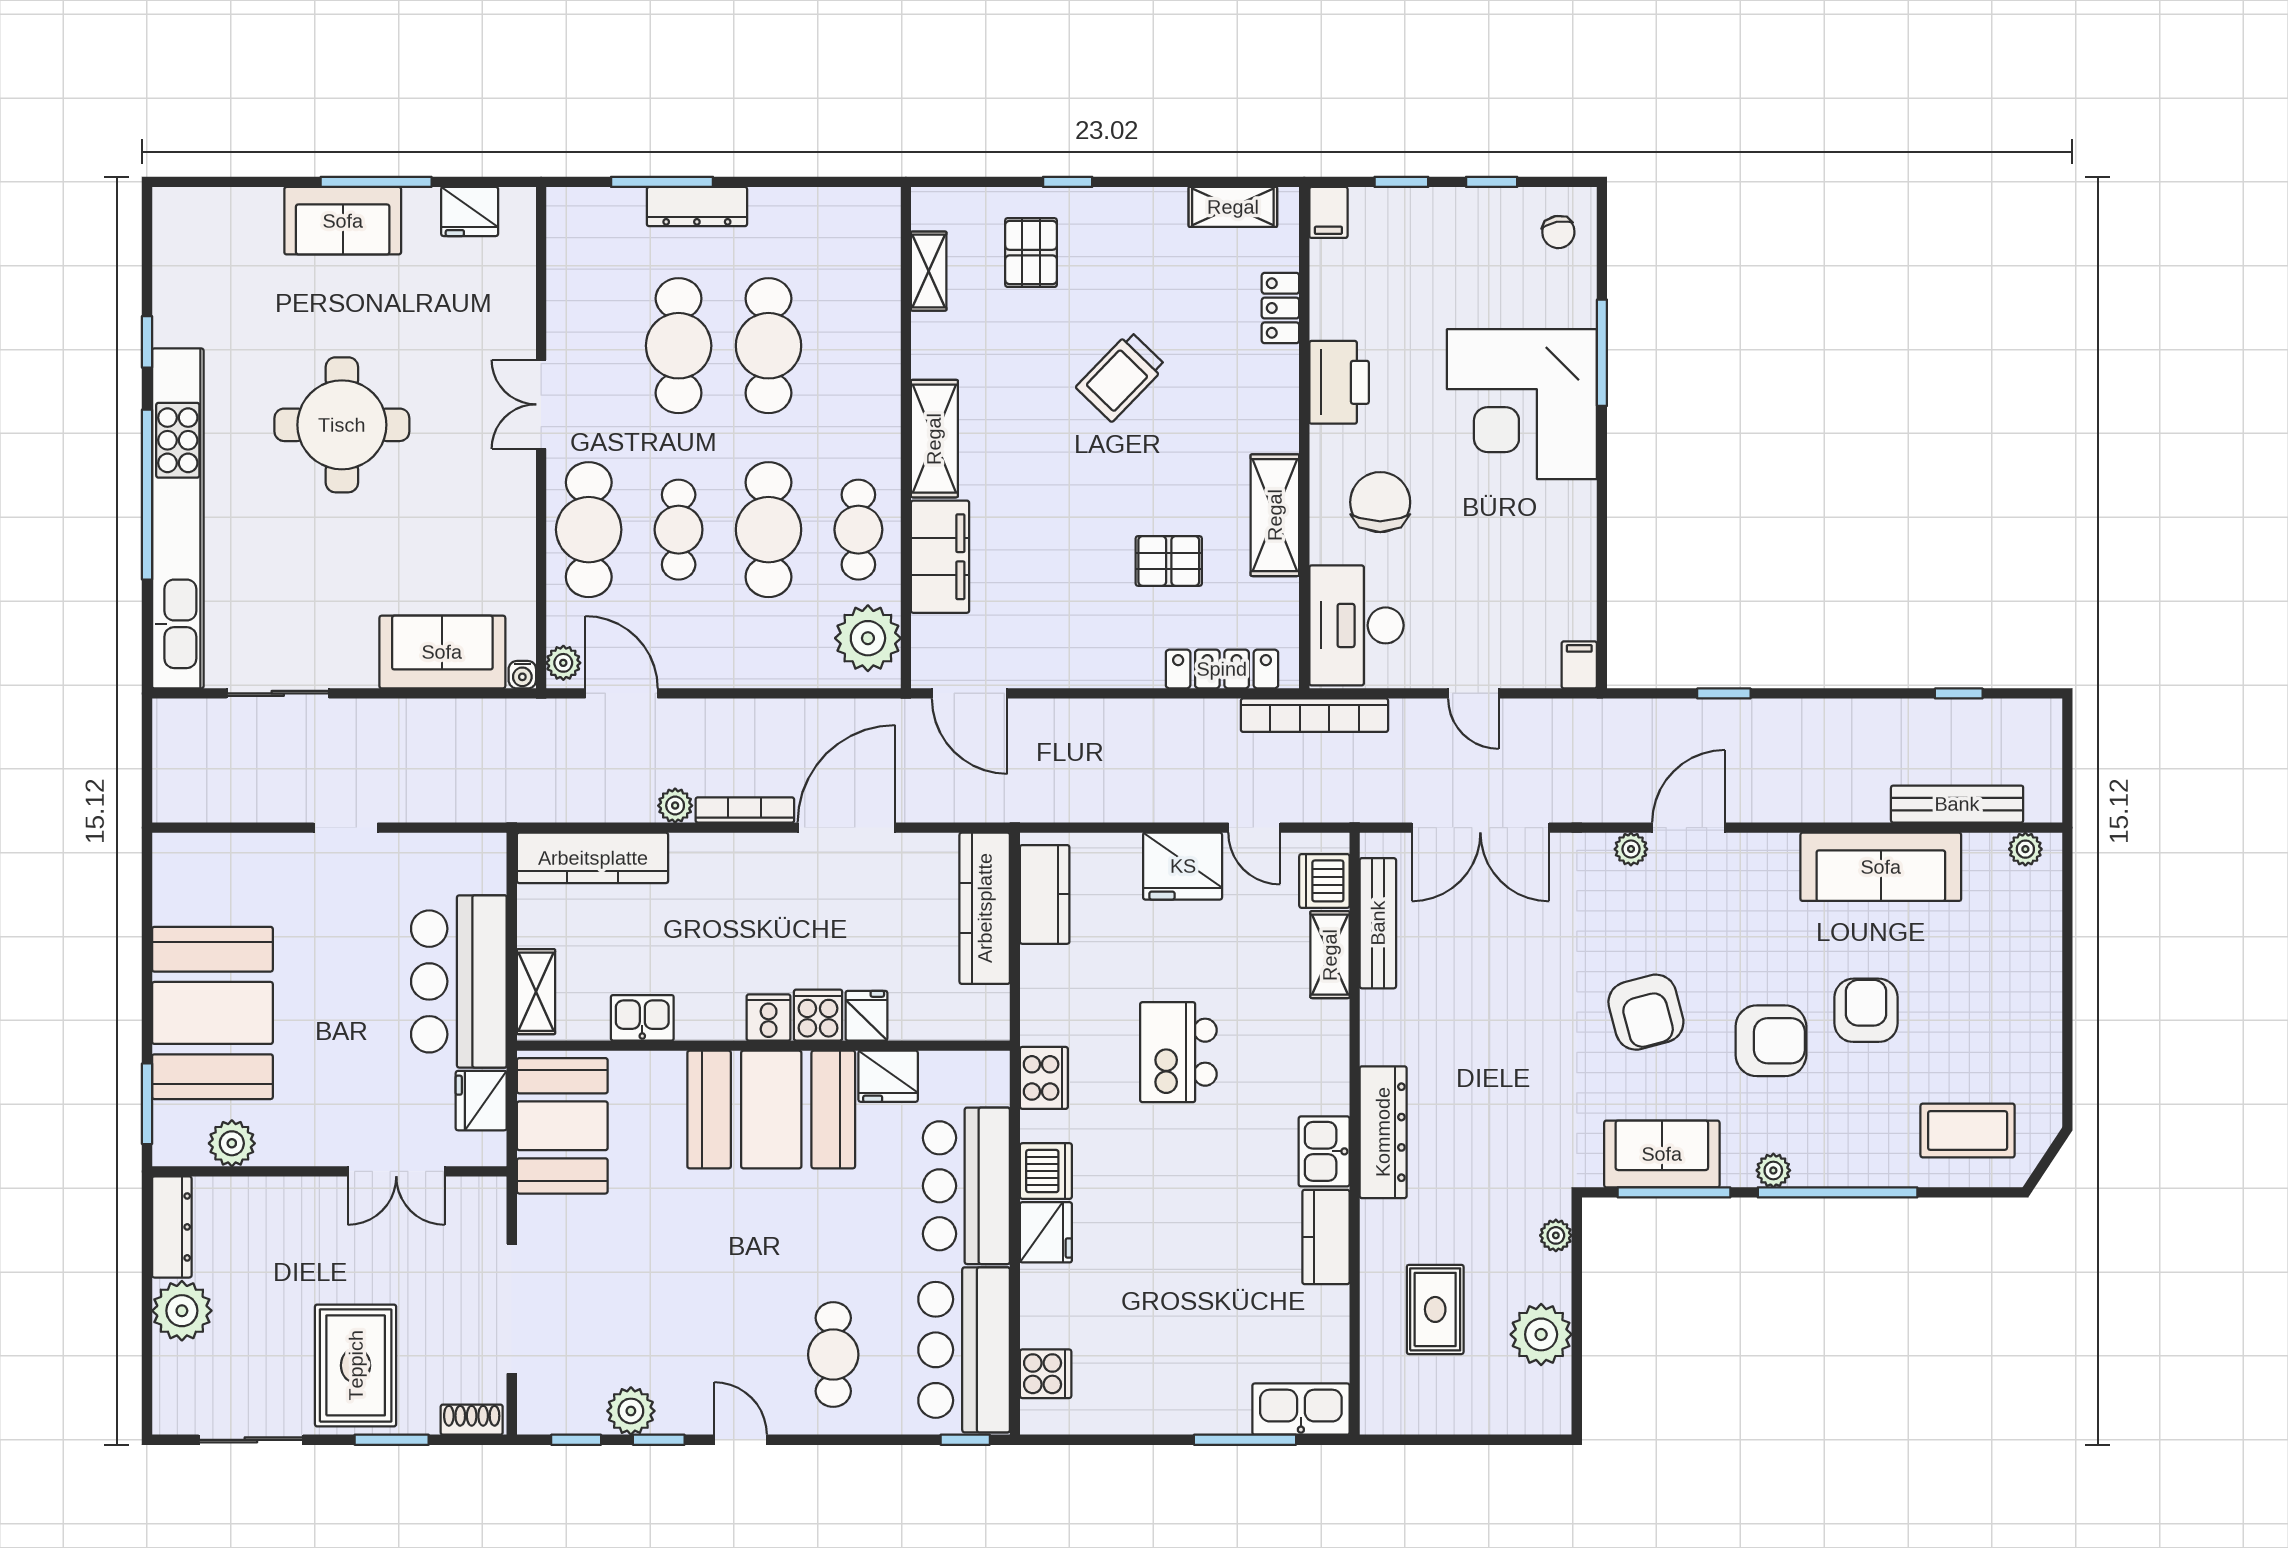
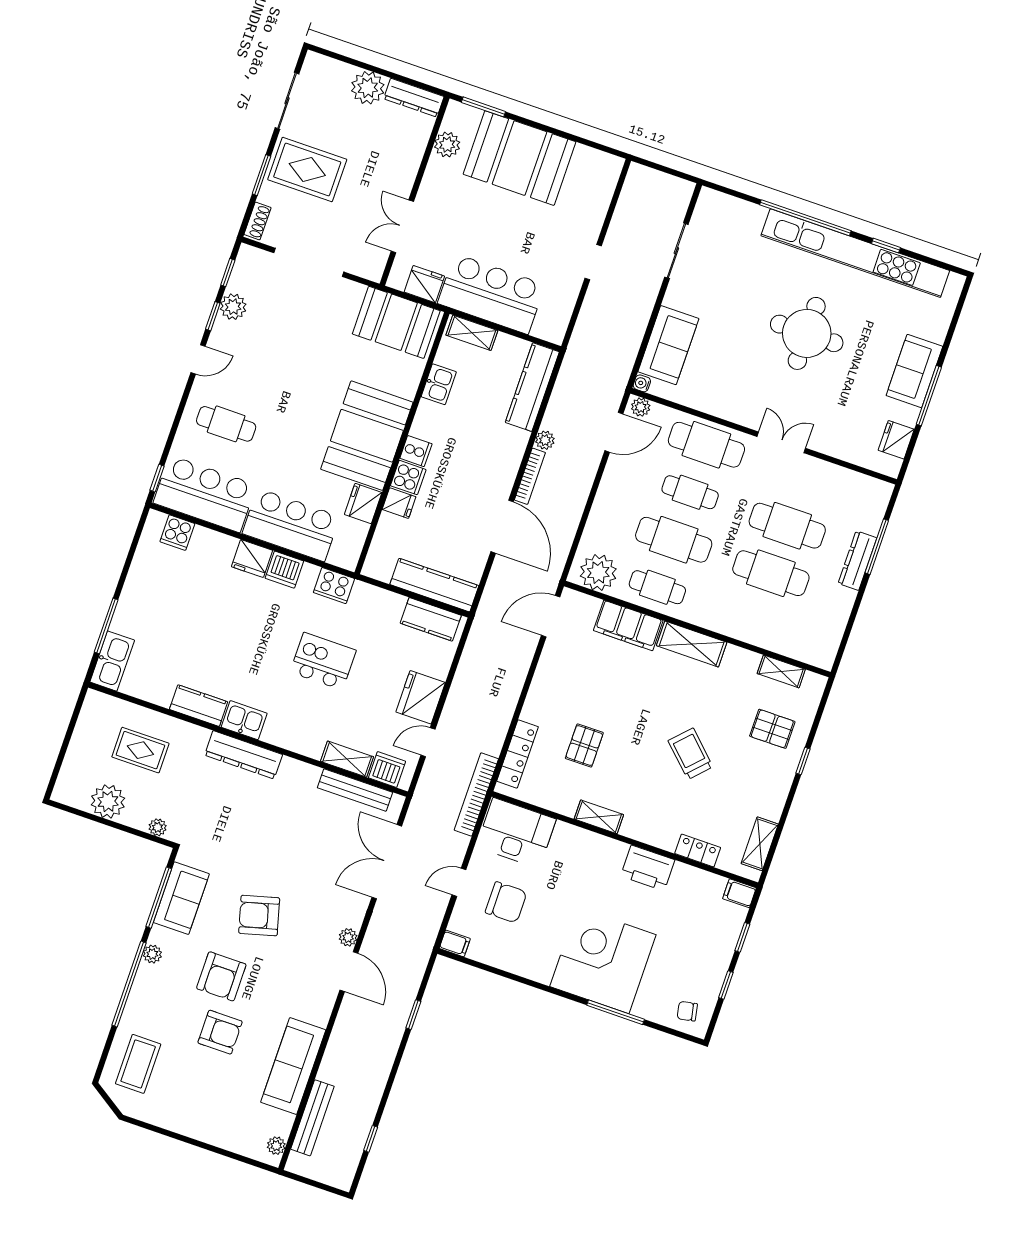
chair: (1380, 502) -> (506, 902), moved
shelving: (1275, 515) -> (599, 817), width x0.67, depth x0.75
kitchen unit: (178, 518) -> (855, 253), moved

